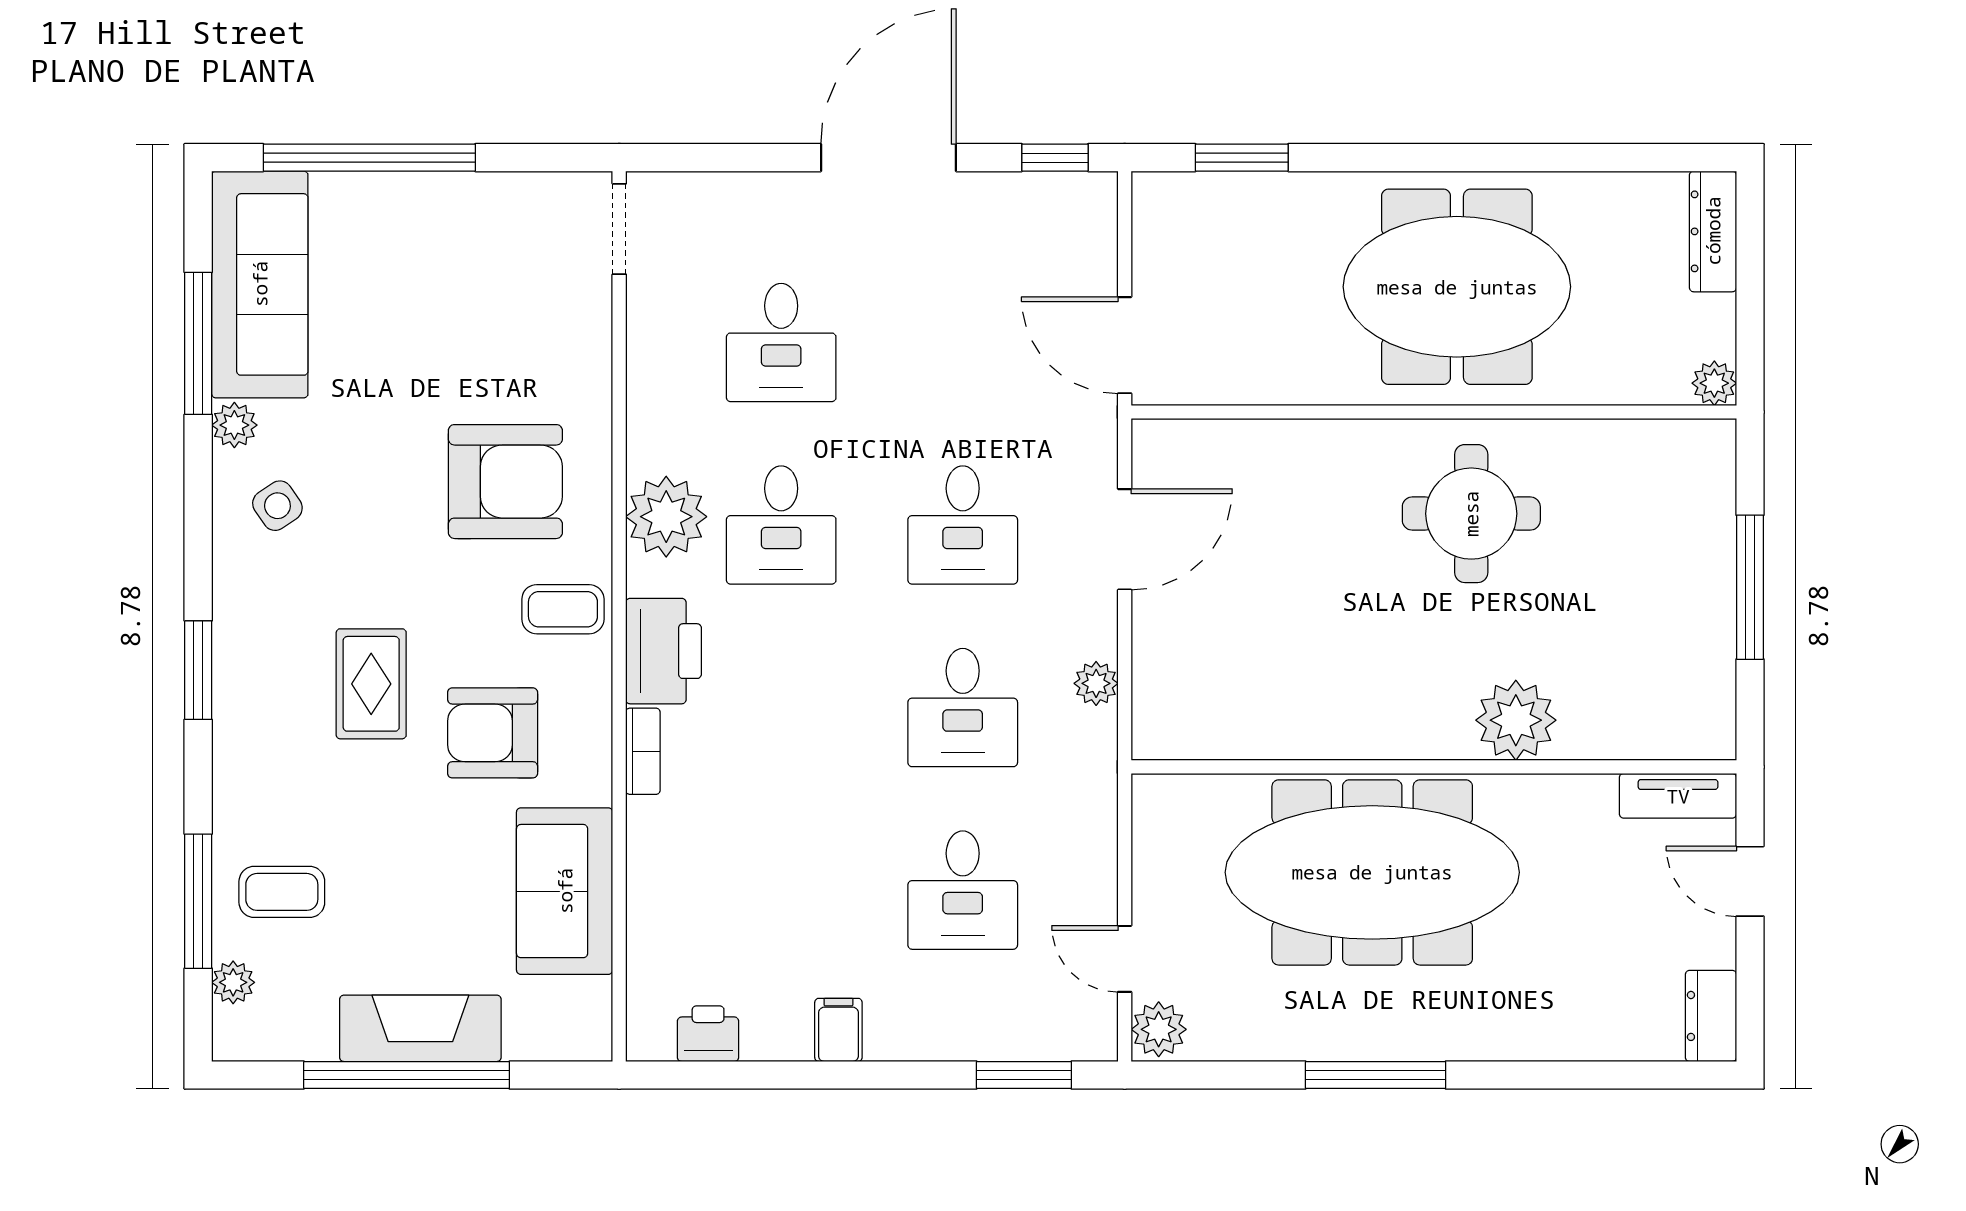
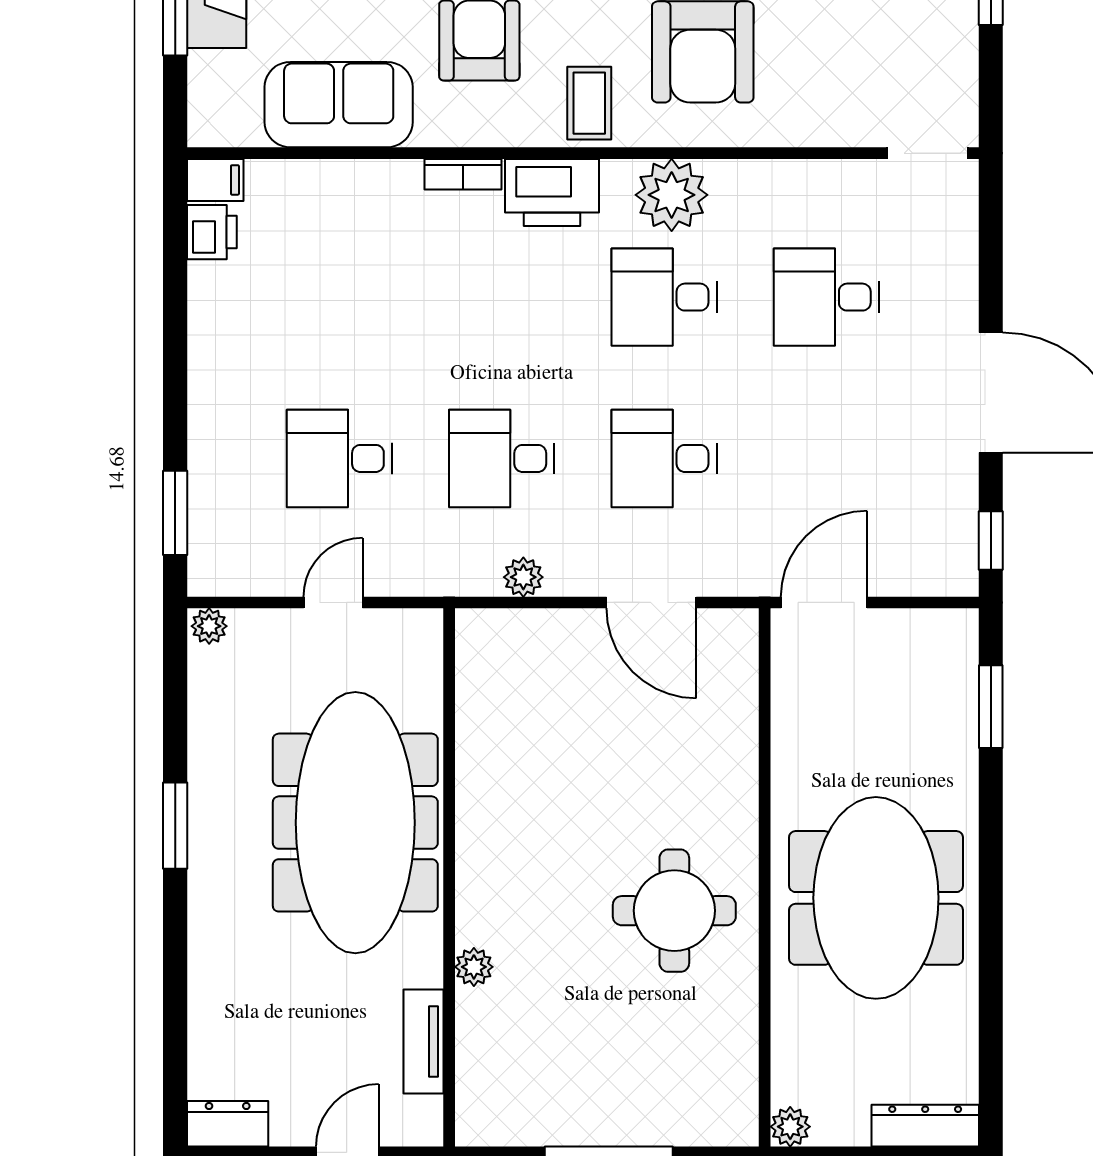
plant: (1516, 720) -> (474, 967), width x0.53, depth x0.53
tv unit: (1678, 796) -> (423, 1042), moved
door: (1125, 959) -> (333, 602), moved
plant: (1159, 1029) -> (209, 626), width x0.73, depth x0.73
filing cabinet: (838, 1030) -> (215, 180), moved
window: (1376, 1075) -> (175, 826), width x0.69

